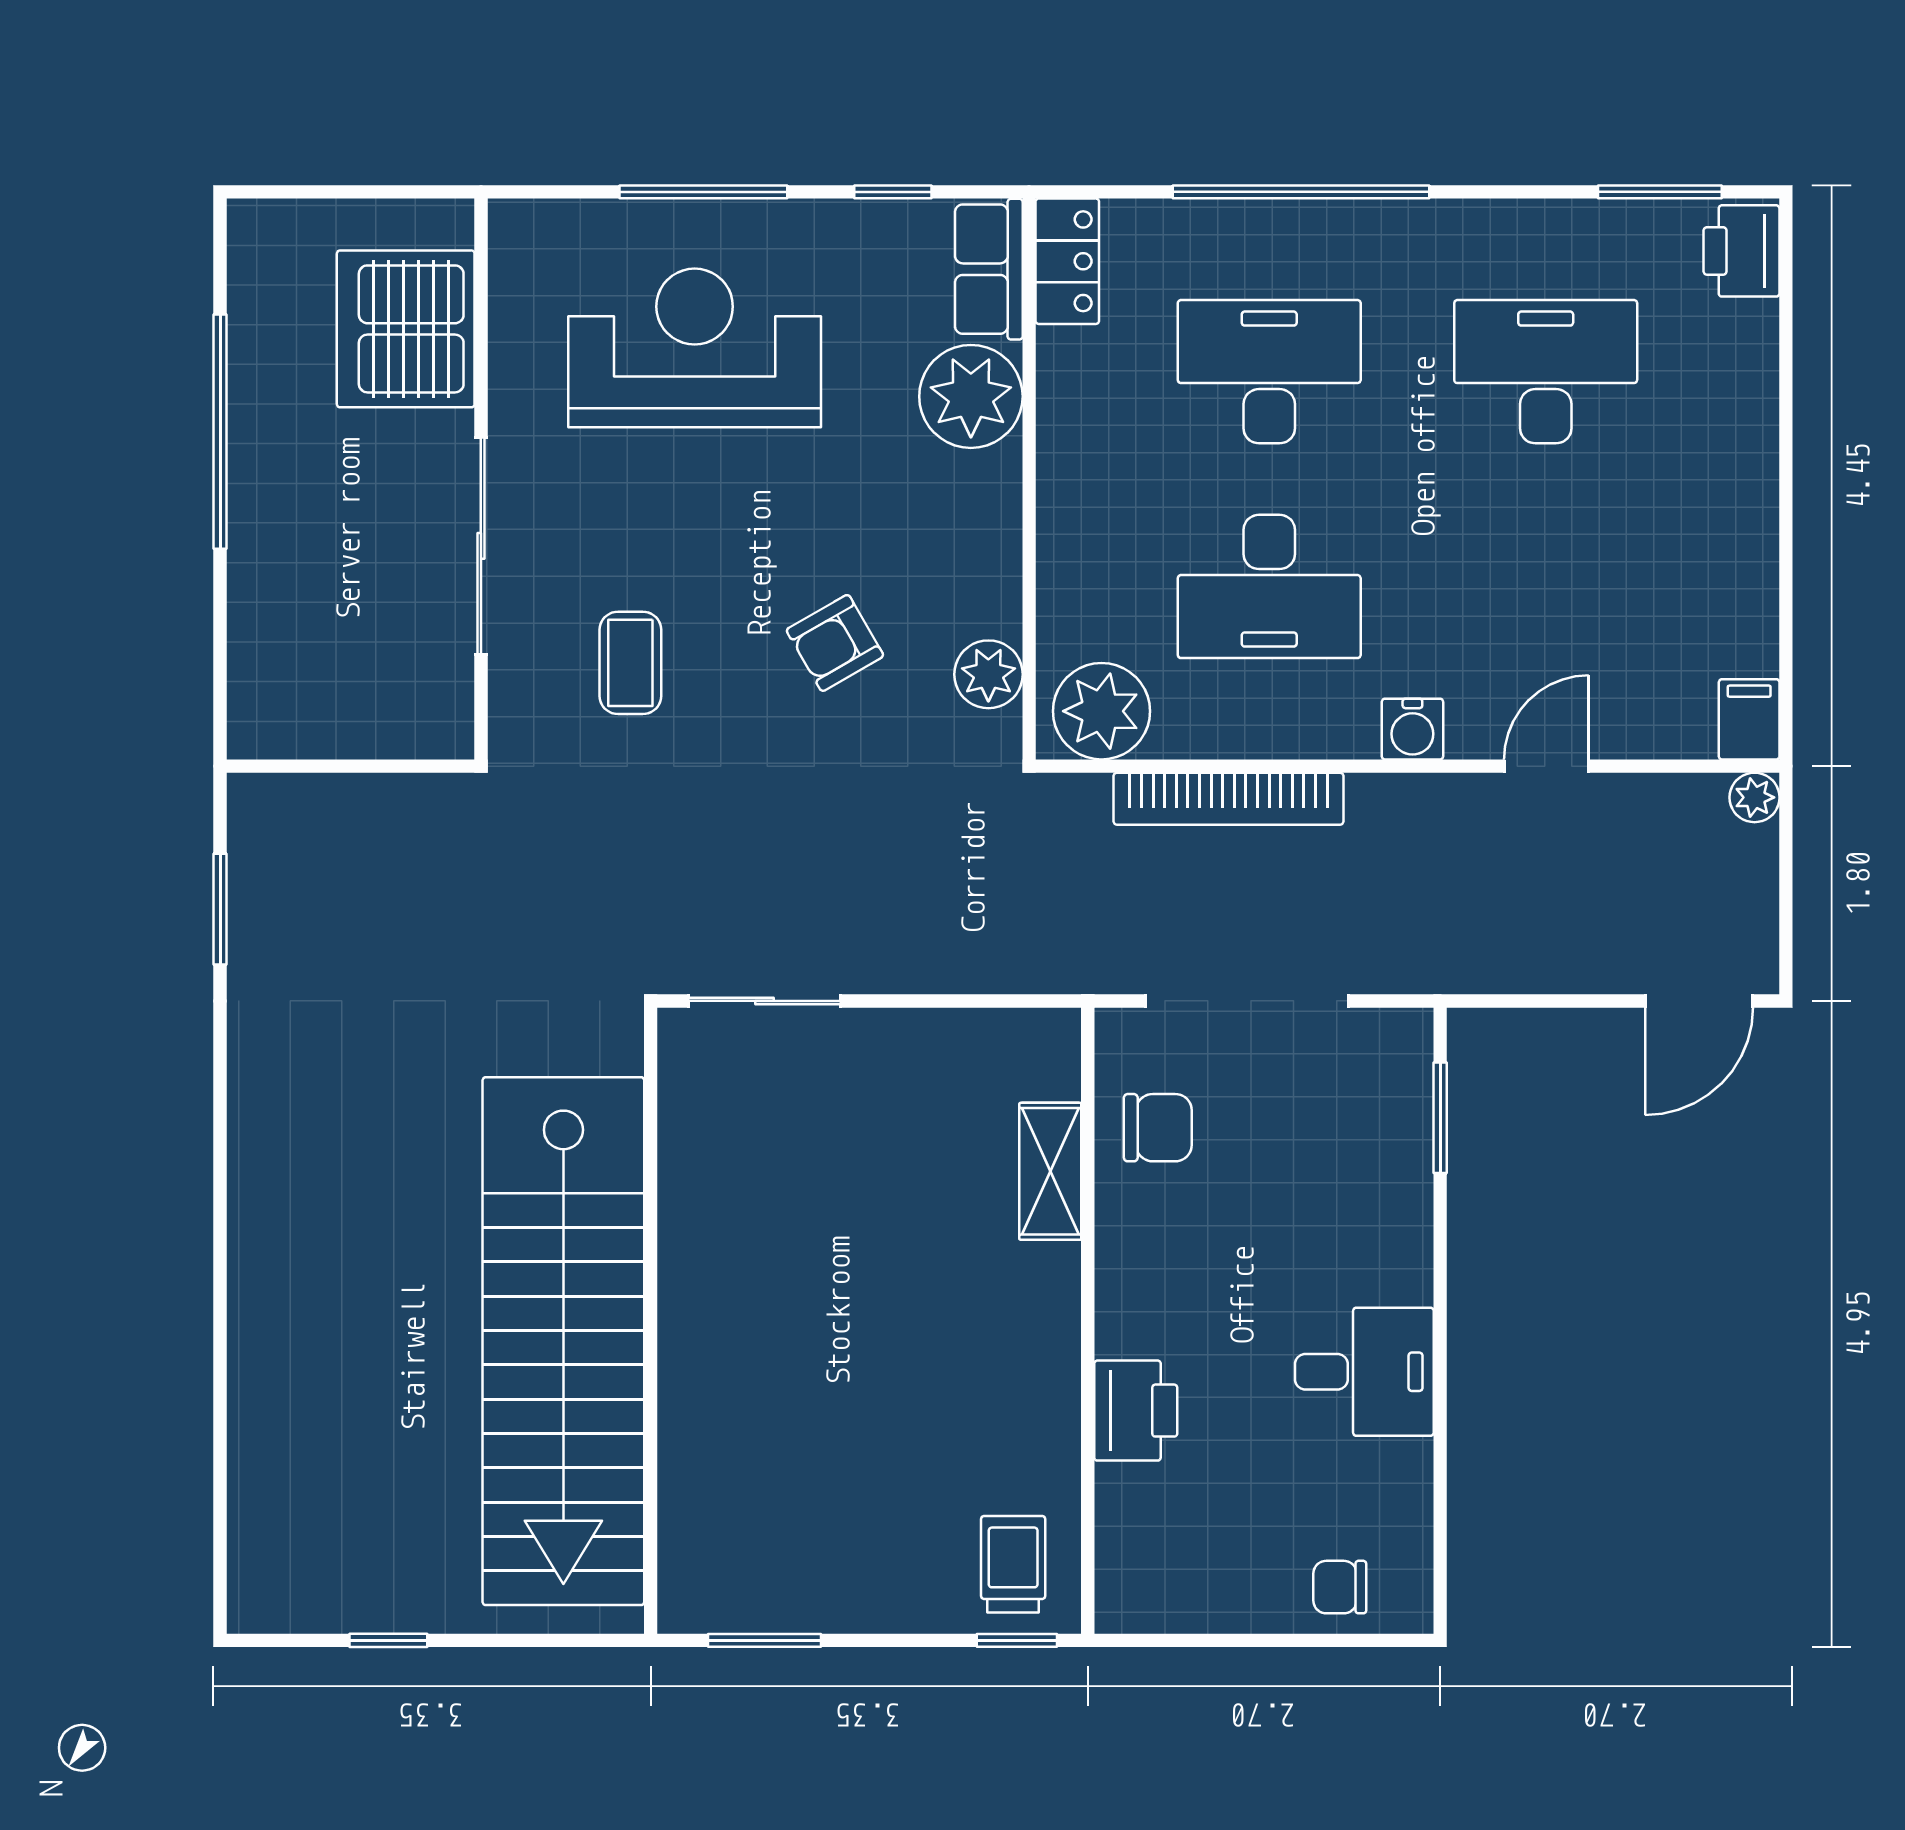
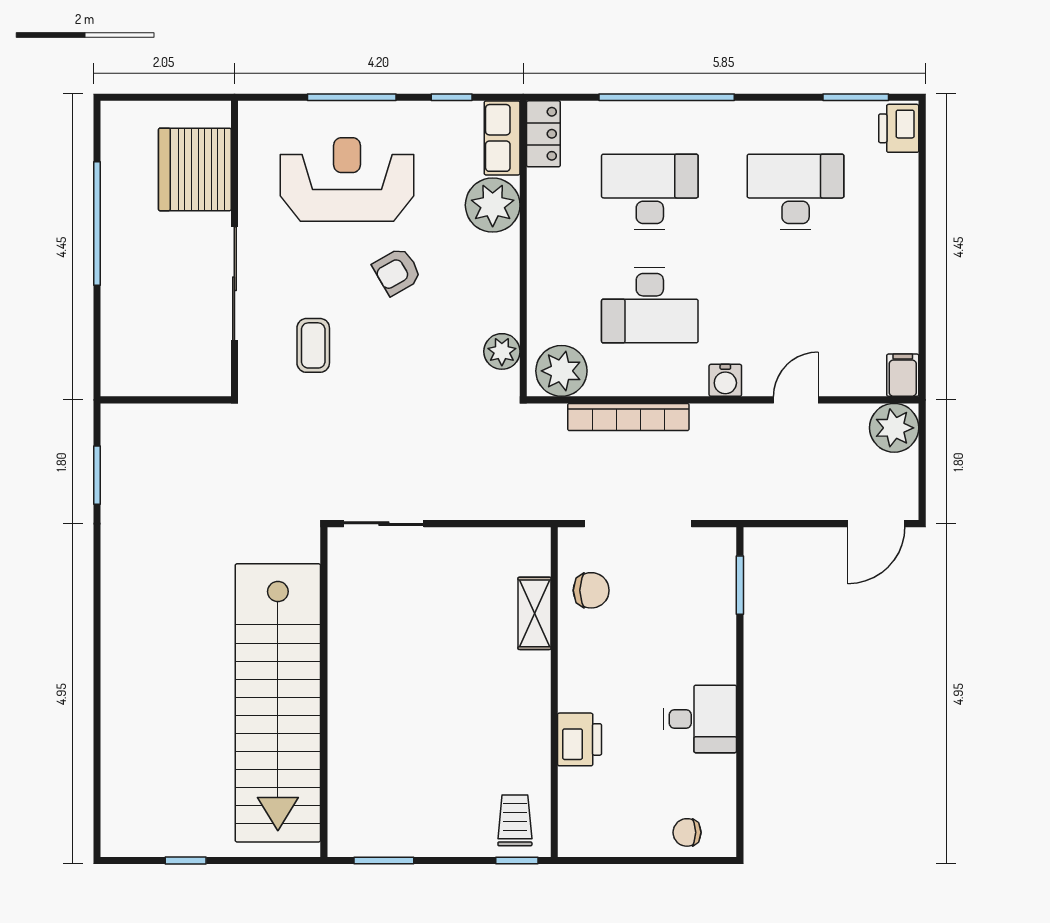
armchair: (835, 643) -> (397, 271), moved
plant: (1755, 797) -> (894, 428), width x1.88, depth x1.88

